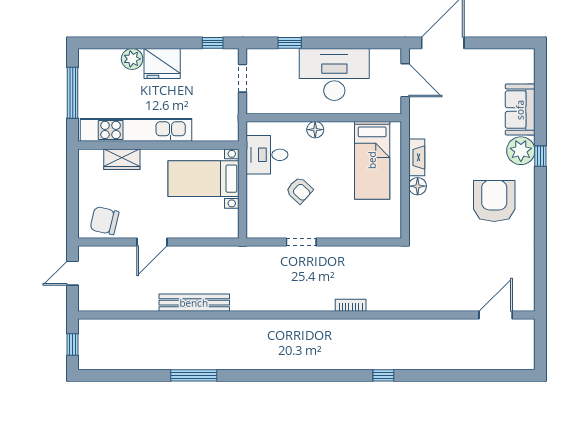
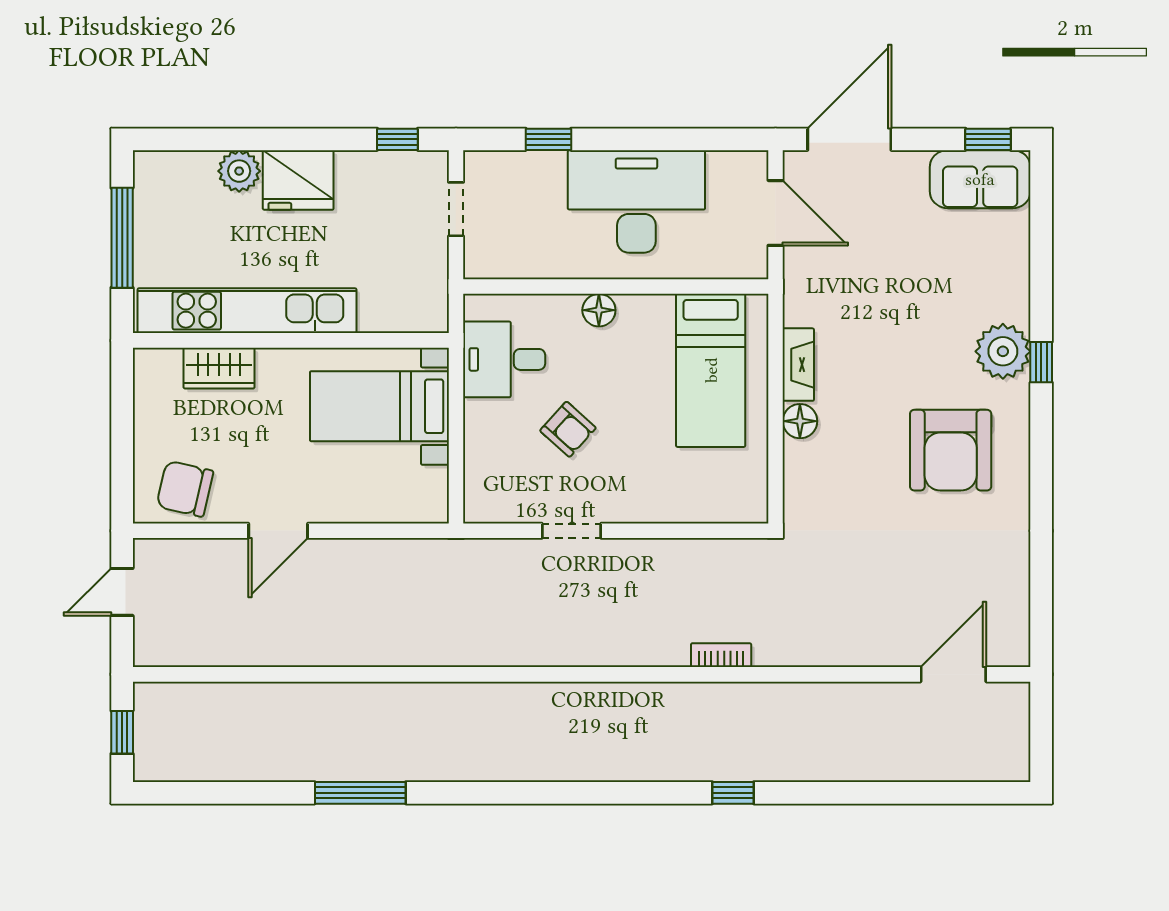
window: (513, 43) -> (988, 139), added
sofa: (520, 110) -> (980, 179), moved, turned -90
armchair: (494, 201) -> (951, 450), turned 180
bench: (194, 303) -> (361, 650), removed
bookcase: (351, 305) -> (721, 655), moved

